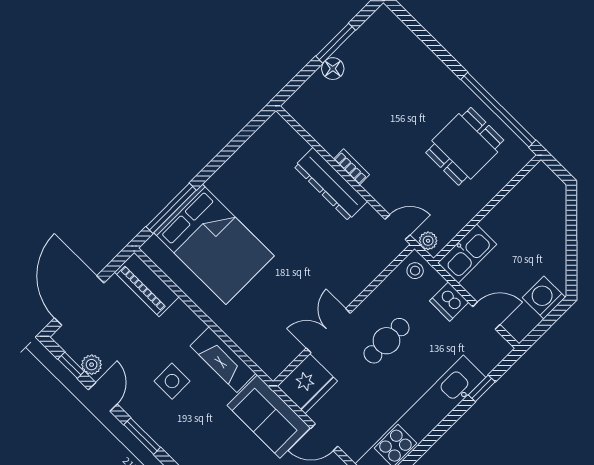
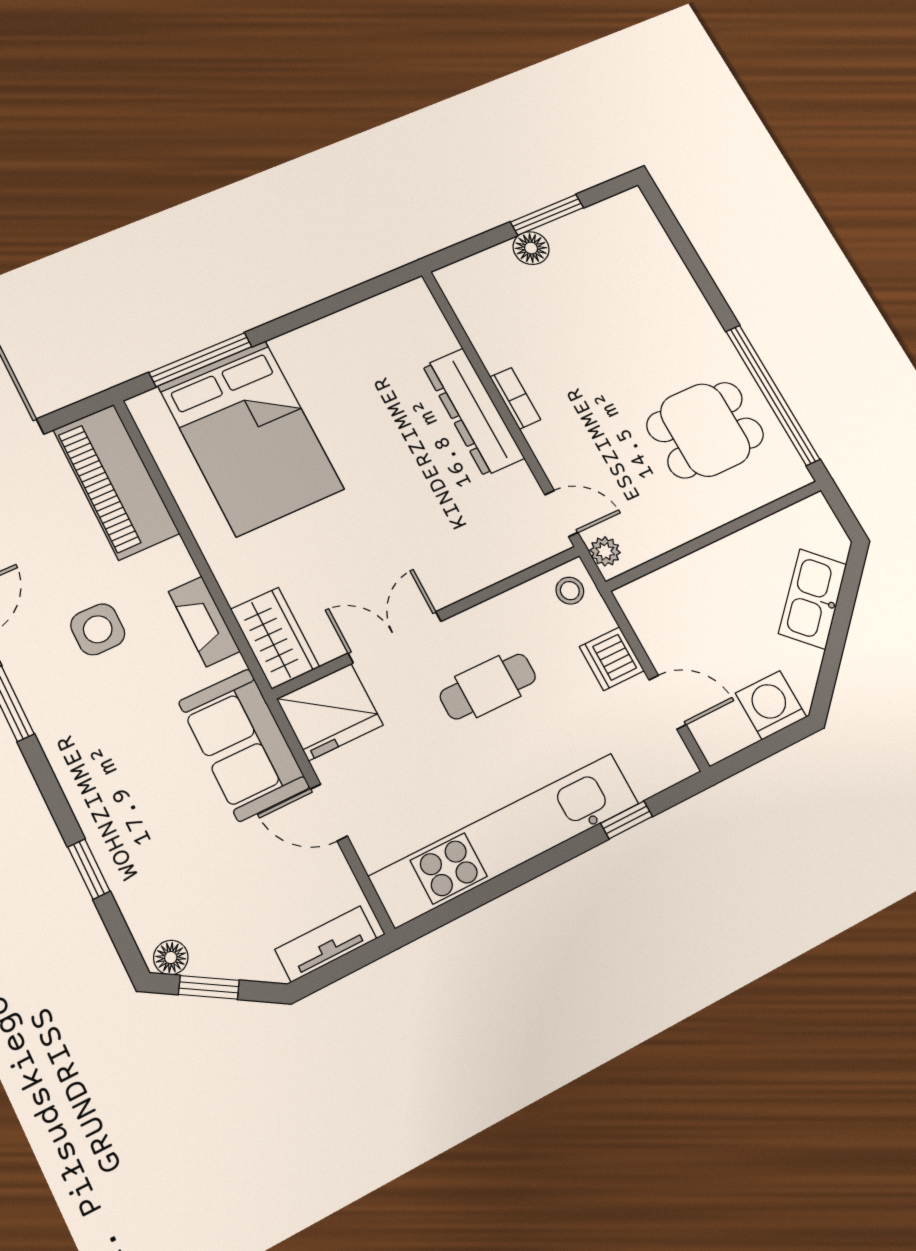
kitchen sink: (467, 254) -> (813, 599), moved, turned 135
piano: (147, 285) -> (116, 482), width x1.37, depth x1.33
wardrobe: (265, 353) -> (275, 638), added
fireplace: (223, 360) -> (204, 621), width x0.73, depth x0.76

